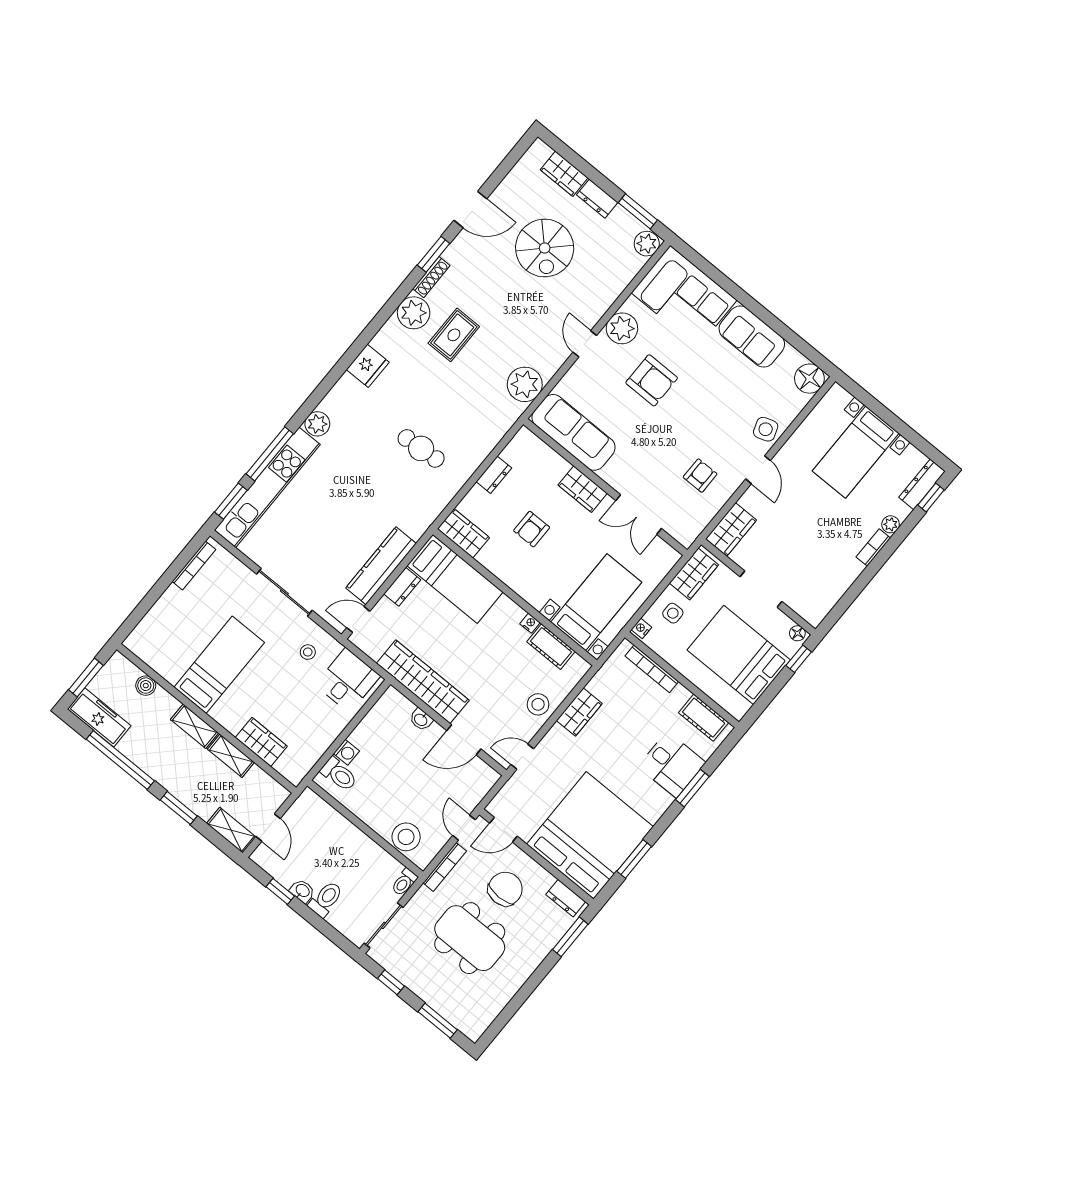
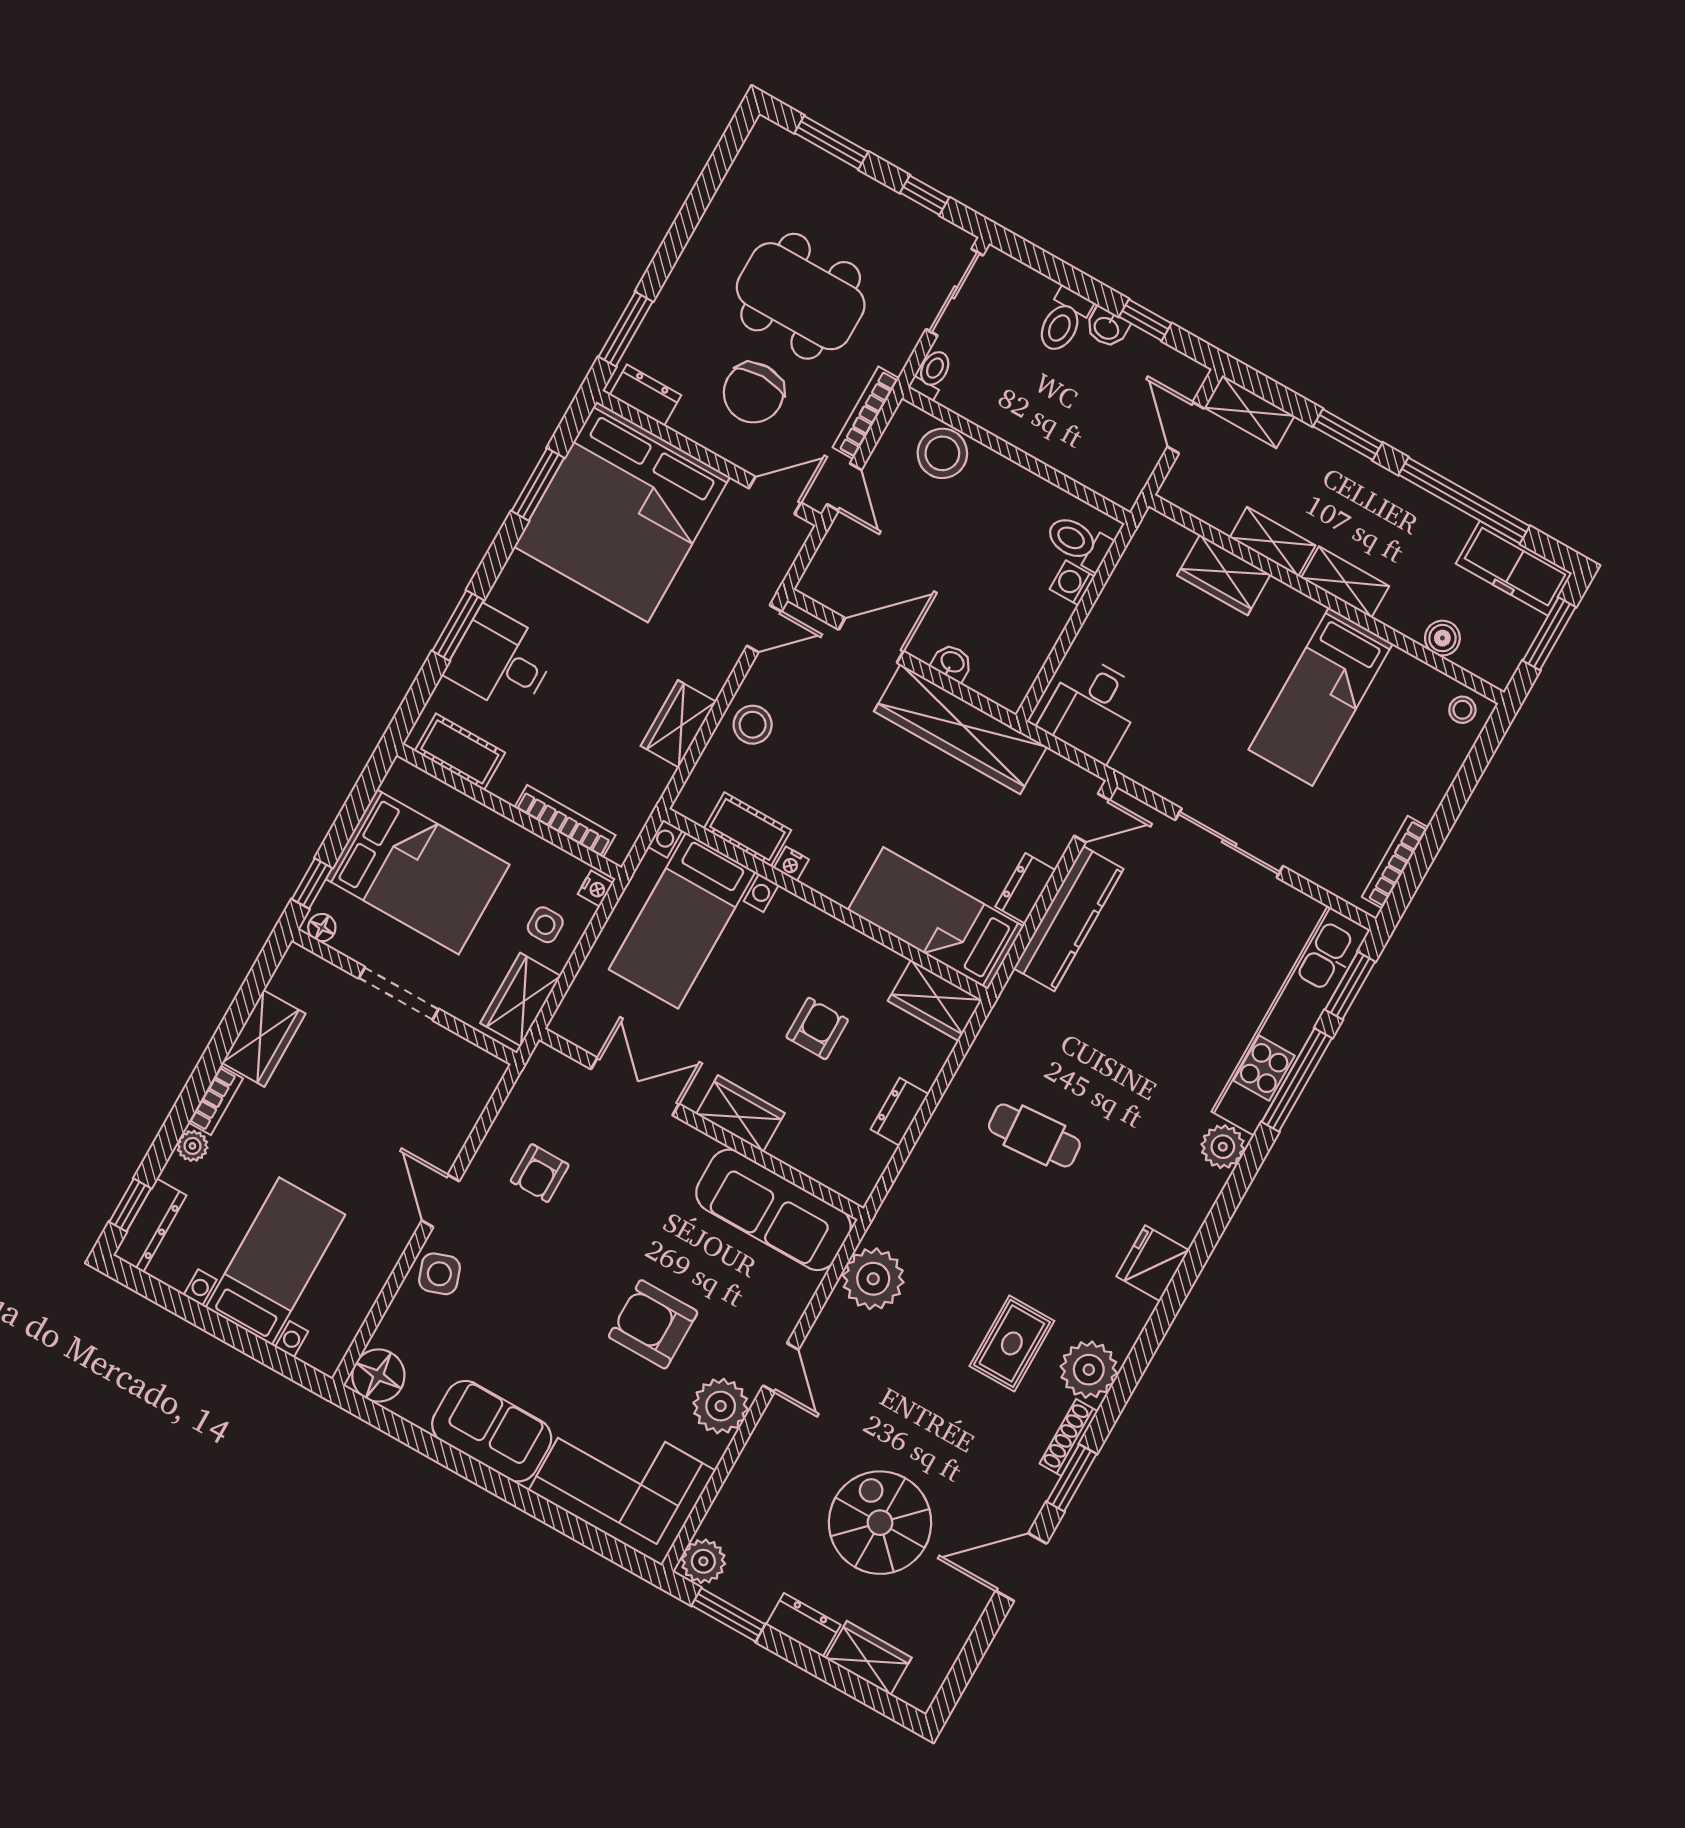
wardrobe: (731, 529) -> (264, 1038), moved, turned 180
stool: (308, 652) -> (1462, 710), moved

